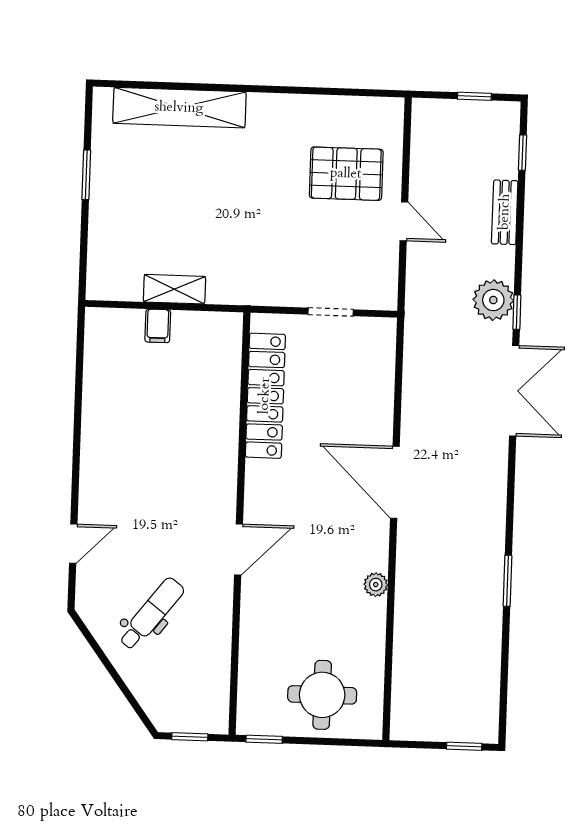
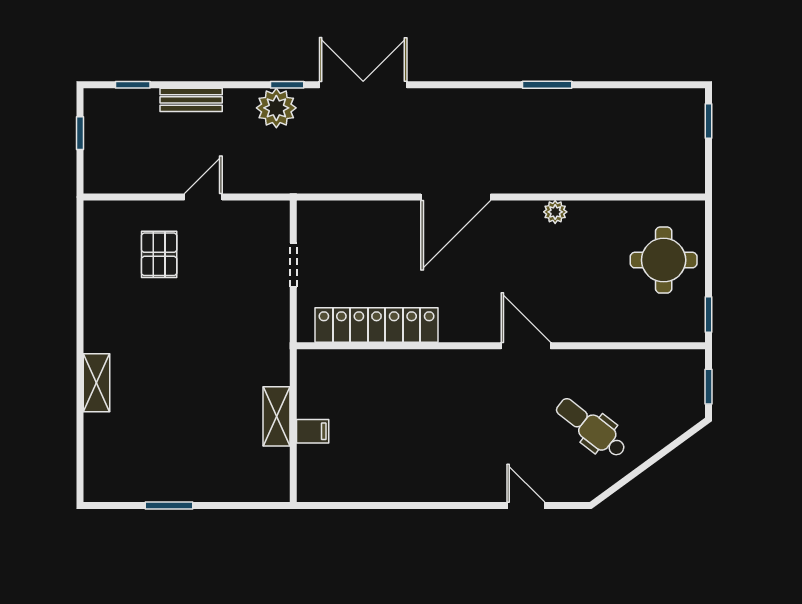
shelving: (179, 108) -> (97, 383), width x0.45, depth x0.75
pallet: (346, 174) -> (159, 254), width x0.67, depth x0.71

